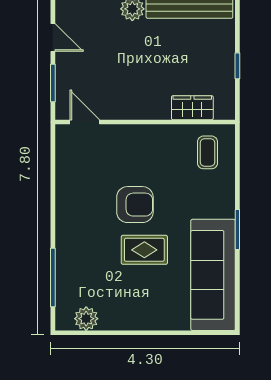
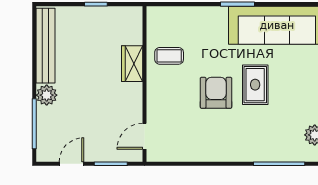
wardrobe: (192, 108) -> (132, 64), moved
coffee table: (207, 152) -> (169, 56), moved

